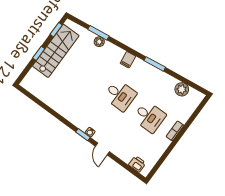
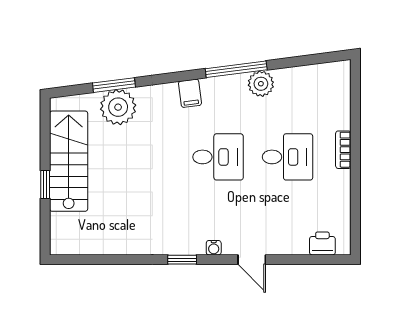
window: (56, 30) -> (45, 128), removed
plant: (99, 42) -> (118, 107), width x1.88, depth x1.88
window: (155, 64) -> (236, 69), width x1.44
plant: (182, 89) -> (261, 84), moved
window: (83, 135) -> (182, 260), moved

